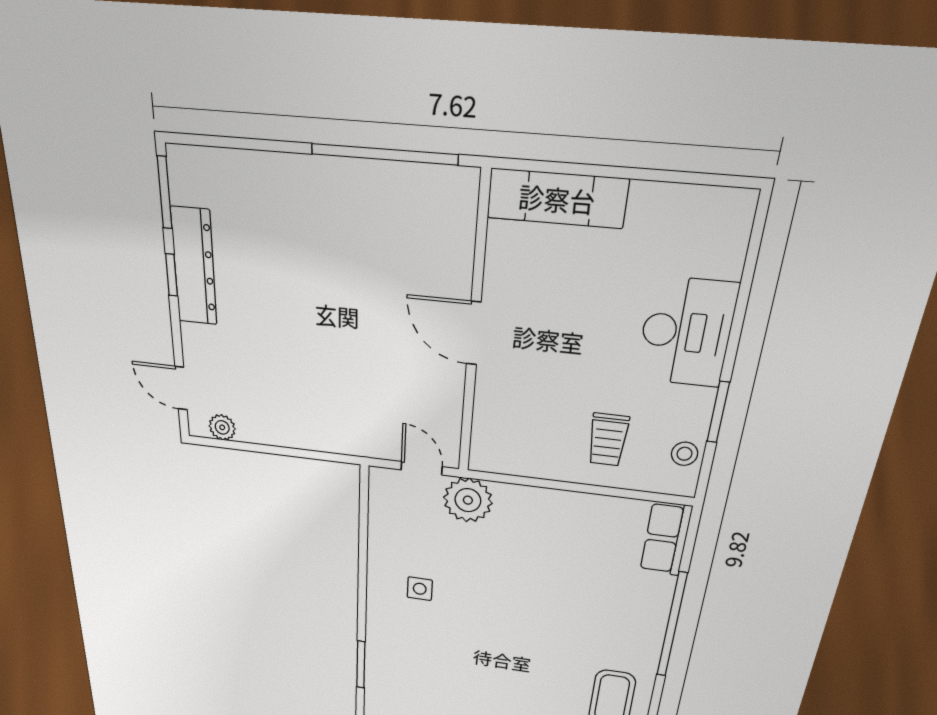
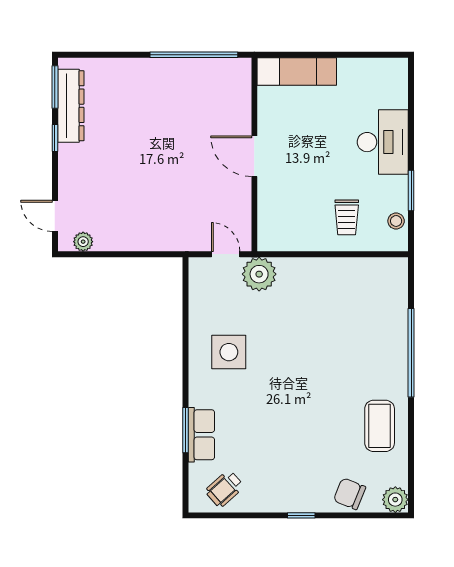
dresser: (194, 267) -> (71, 106), moved
row of seats: (666, 539) -> (201, 435), moved, turned 180
side table: (420, 589) -> (229, 352), width x1.87, depth x1.87

